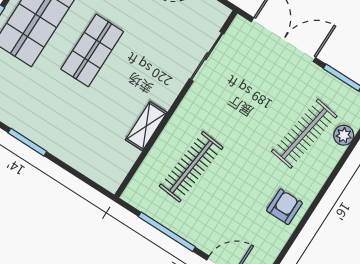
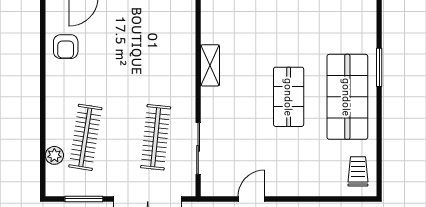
clothes rail: (191, 167) -> (156, 137), moved
armchair: (284, 207) -> (66, 47), moved

